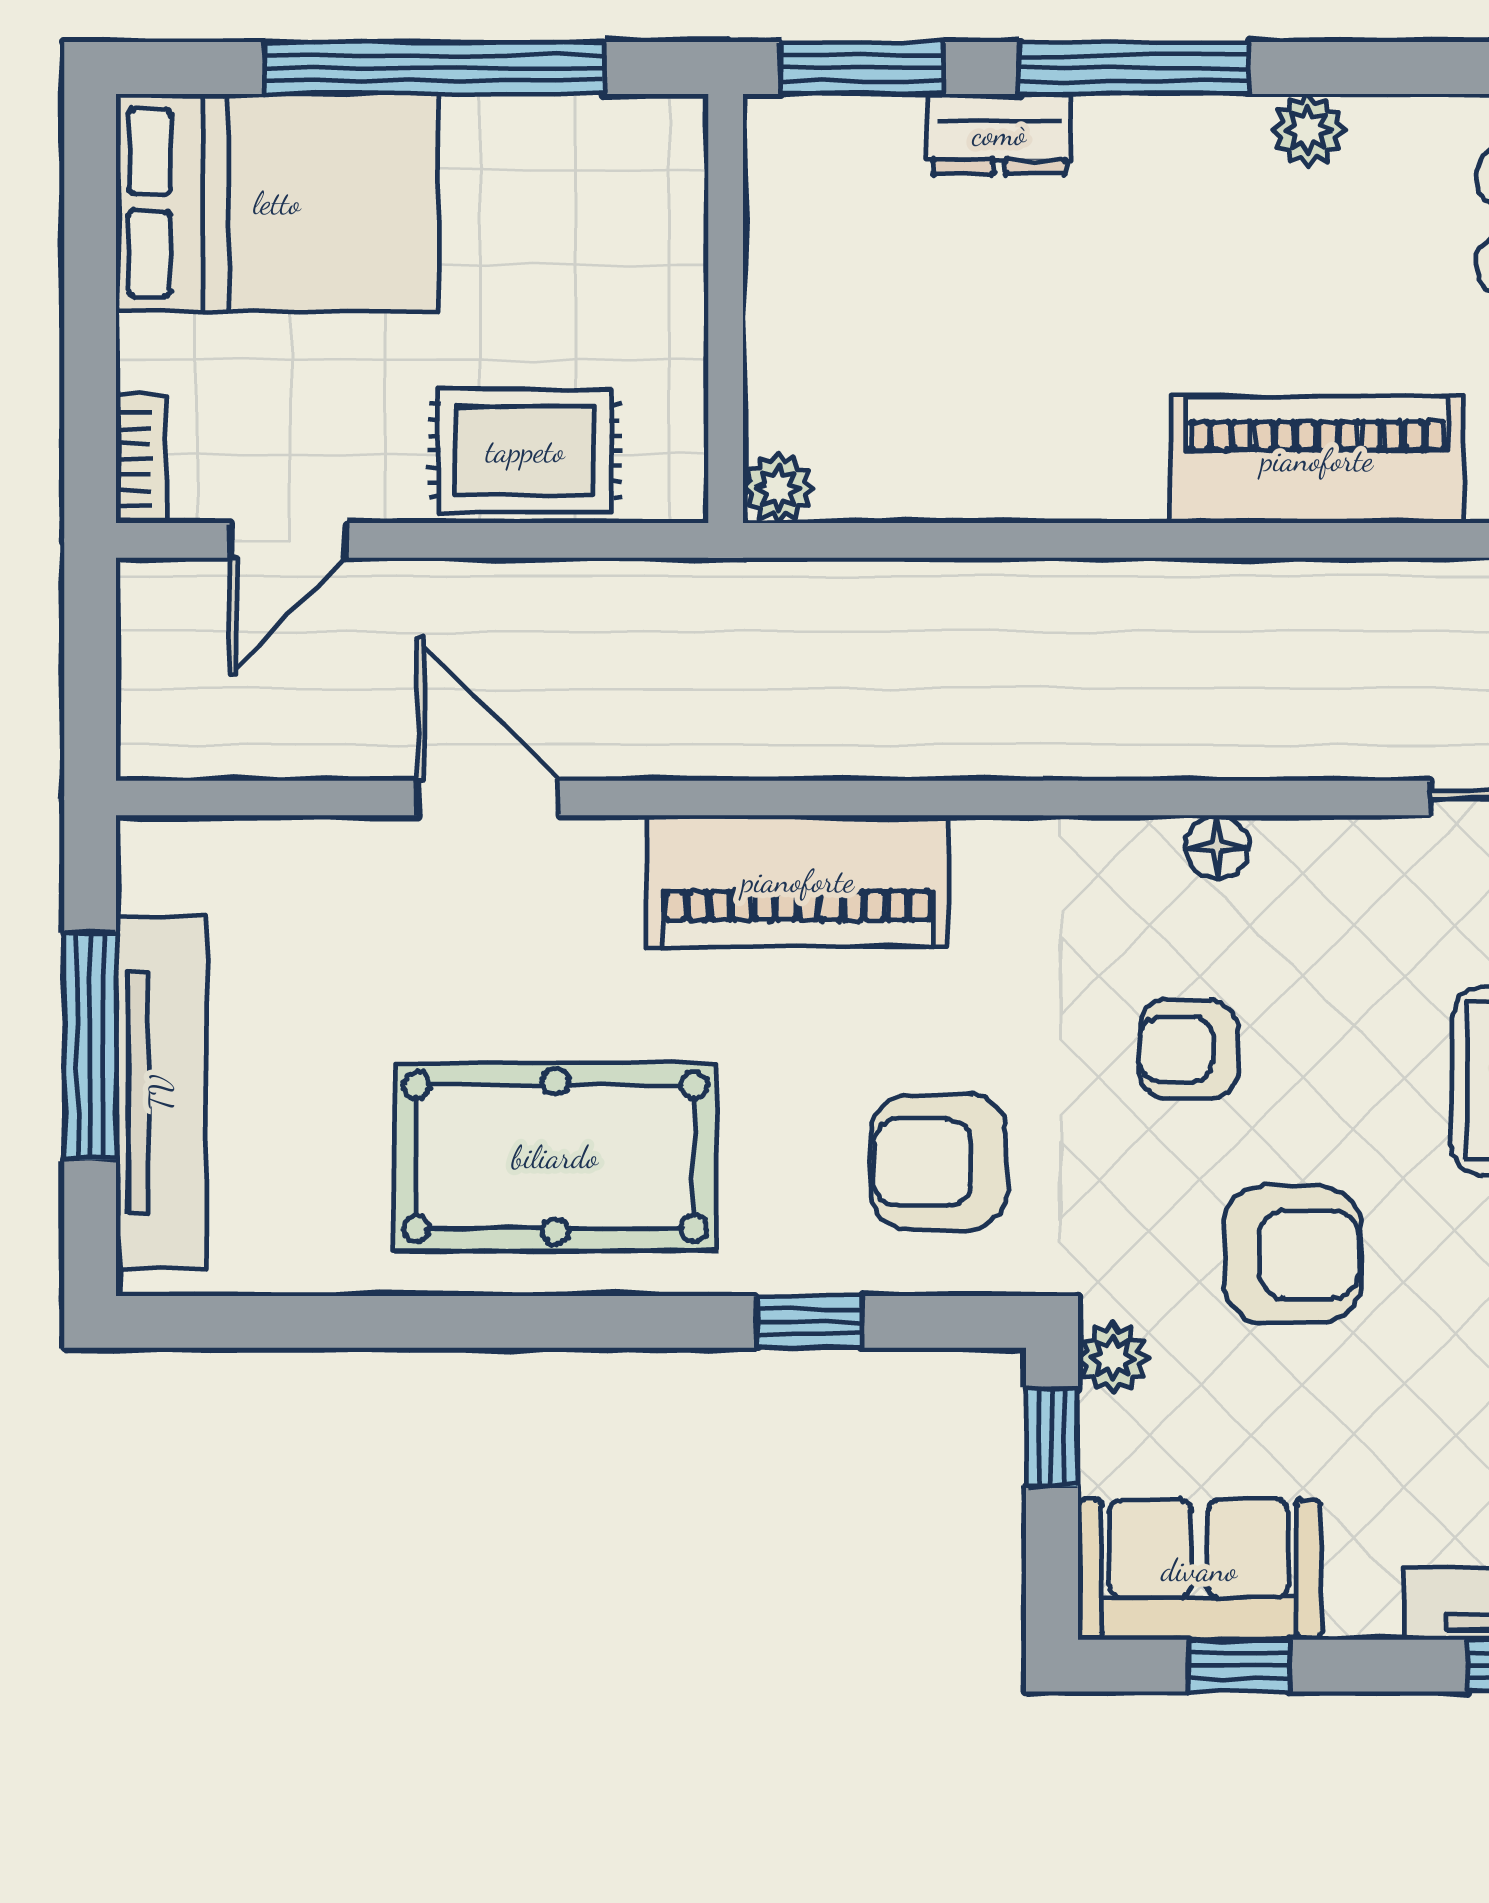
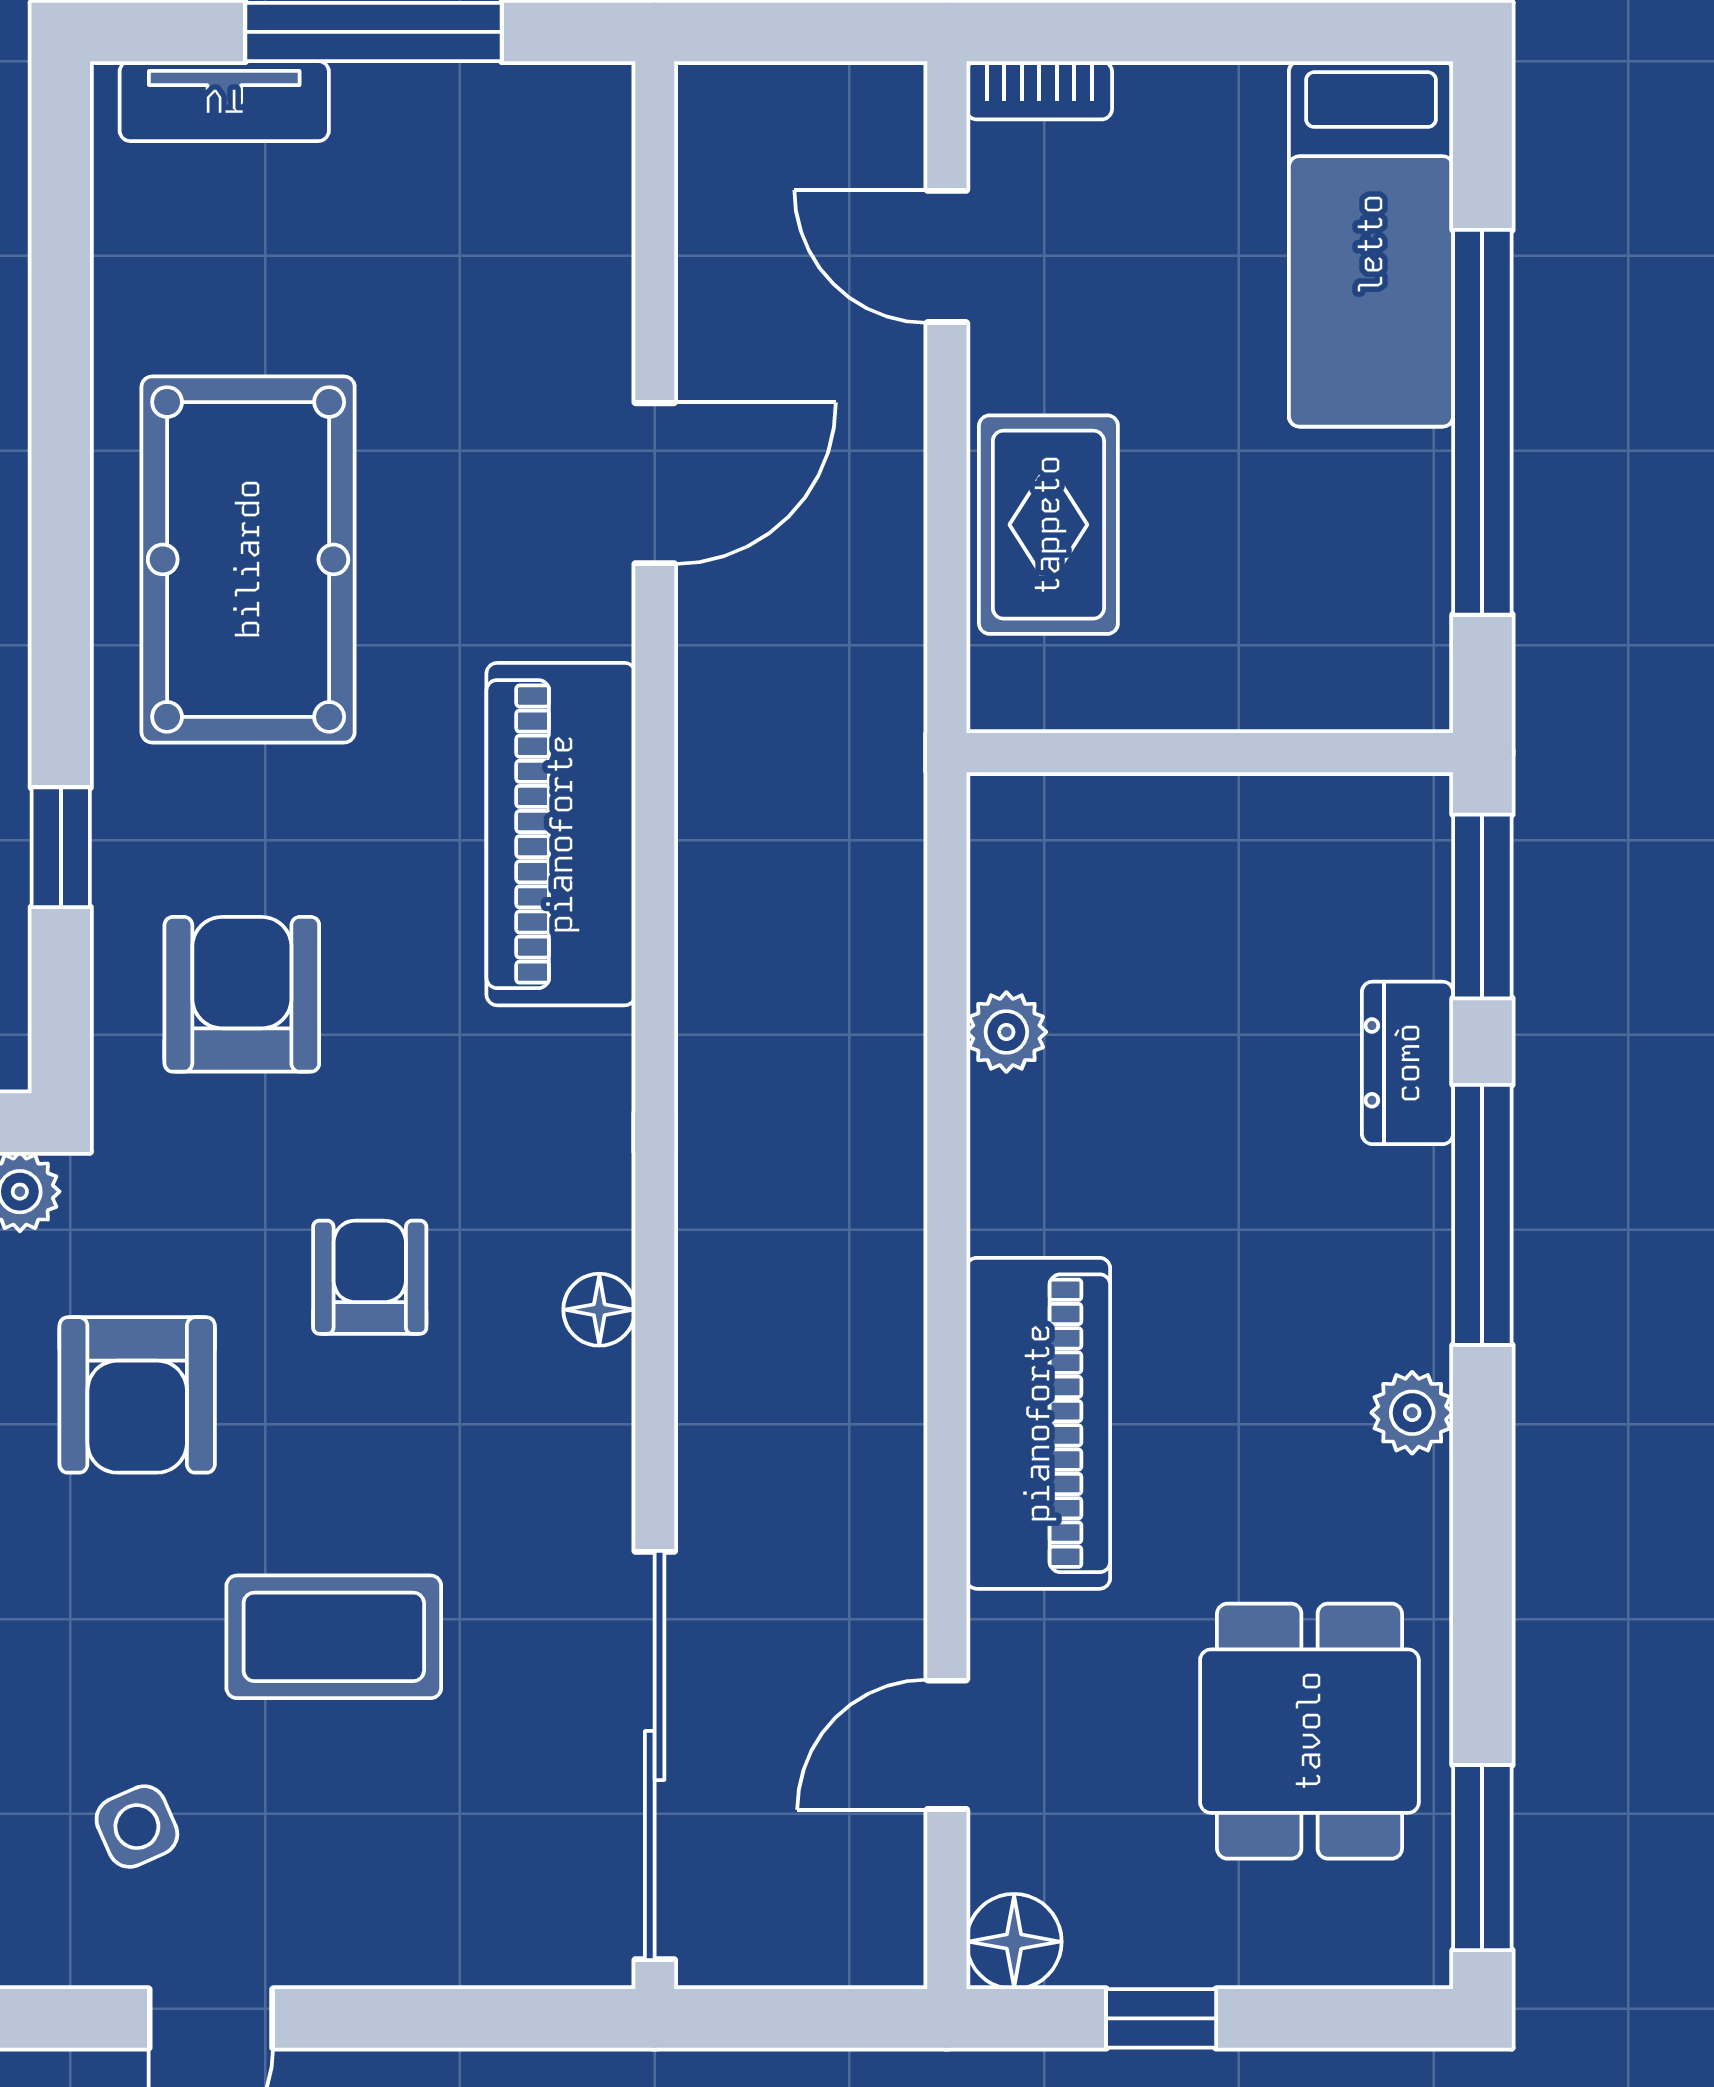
bed: (277, 203) -> (1371, 244), width x0.67
plant: (778, 488) -> (1006, 1032), moved
tv unit: (161, 1093) -> (224, 101), width x0.52, depth x0.78

